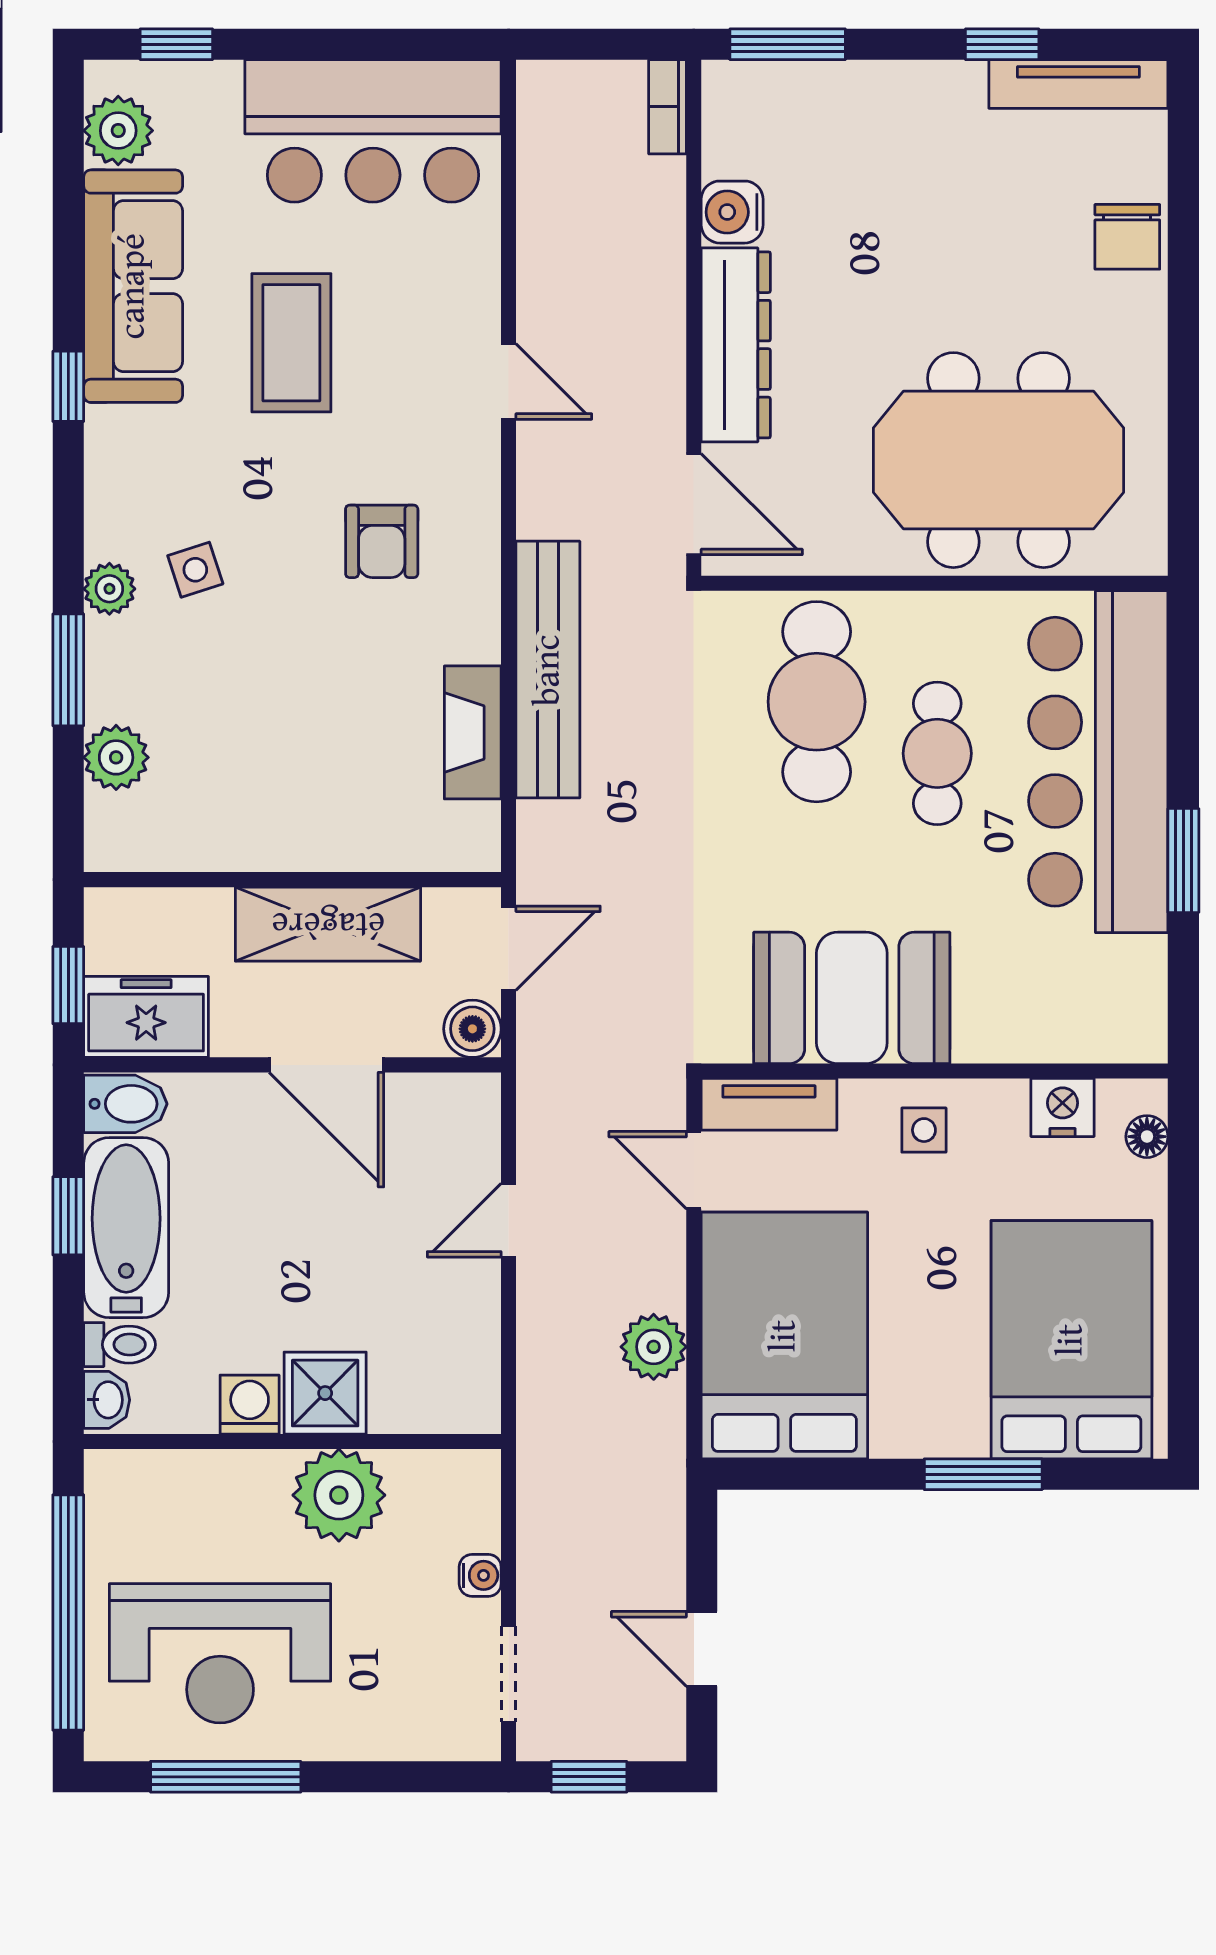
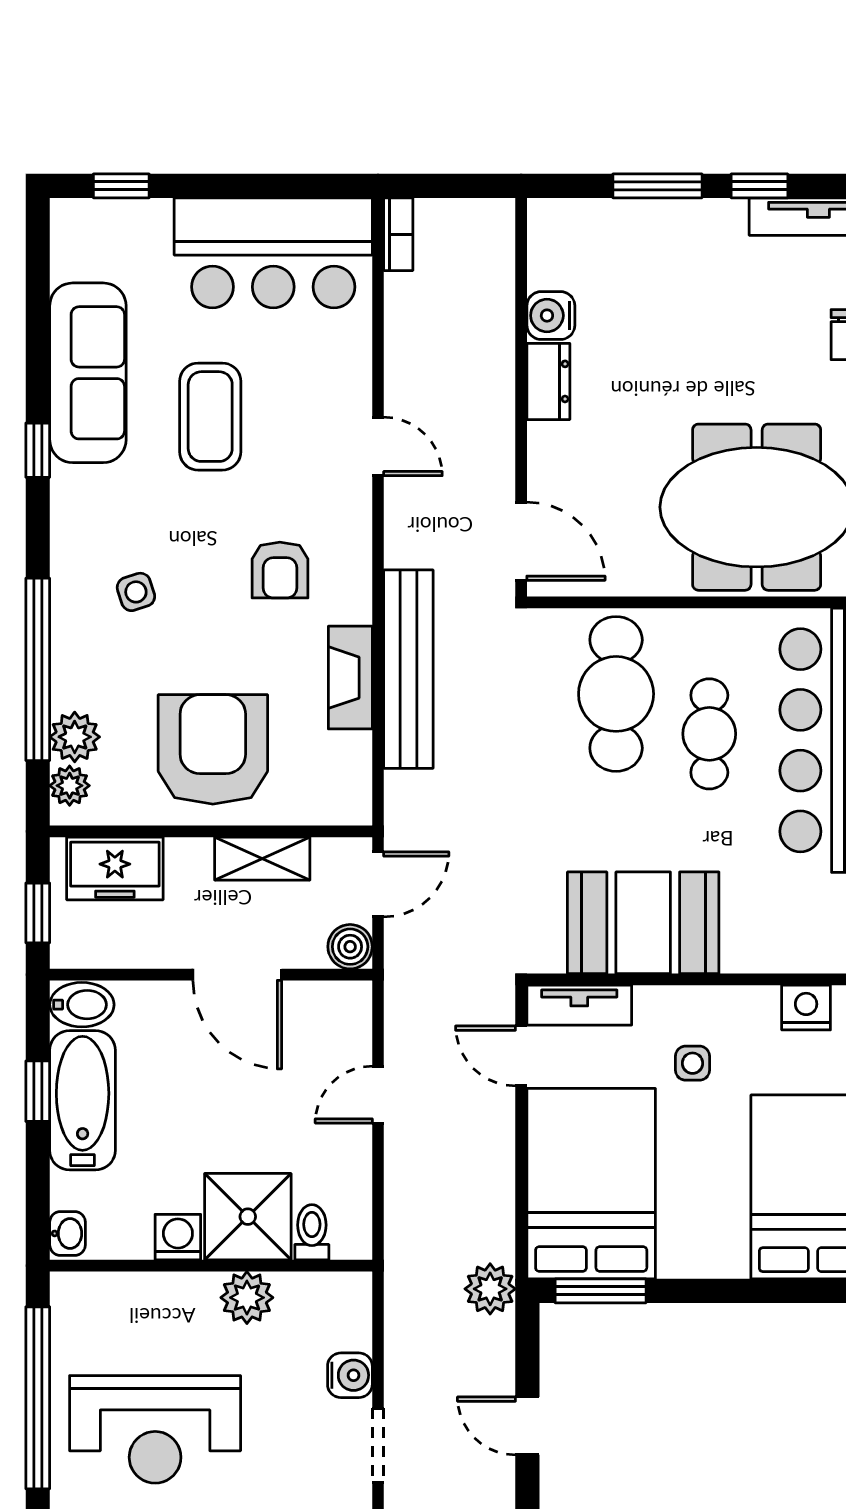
window: (788, 44) -> (657, 186), moved
bookcase: (668, 107) -> (398, 234), moved, turned 180
plant: (118, 131) -> (76, 253), removed
dresser: (736, 345) -> (548, 381), width x0.51, depth x0.80
plant: (109, 589) -> (70, 786), moved
window: (68, 670) -> (38, 669), width x2.11
fireplace: (473, 732) -> (350, 678), moved
armchair: (295, 774) -> (213, 749), added
shelving: (328, 924) -> (262, 859), width x0.67, depth x0.75
freezer: (146, 1017) -> (115, 868), moved, turned 180
side table: (924, 1130) -> (693, 1063), moved
toilet: (120, 1345) -> (312, 1232), moved, turned -90
plant: (654, 1347) -> (490, 1289), moved
shower: (325, 1393) -> (248, 1217), width x1.36, depth x1.36
window: (983, 1474) -> (601, 1291), moved
plant: (339, 1495) -> (247, 1298), width x0.73, depth x0.73
water cooler: (480, 1575) -> (350, 1375), width x1.38, depth x1.38

